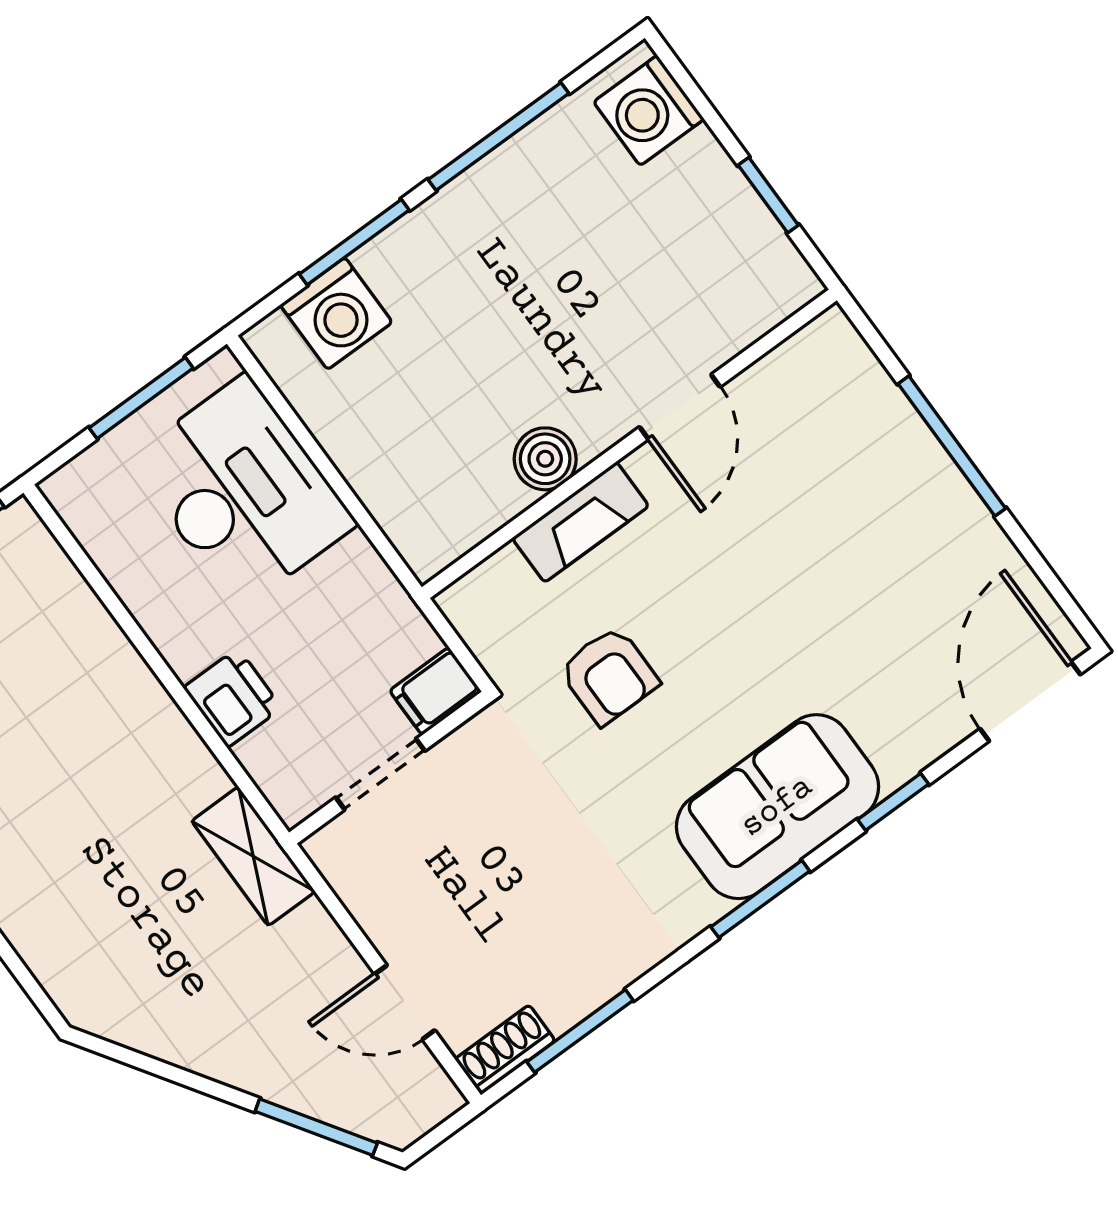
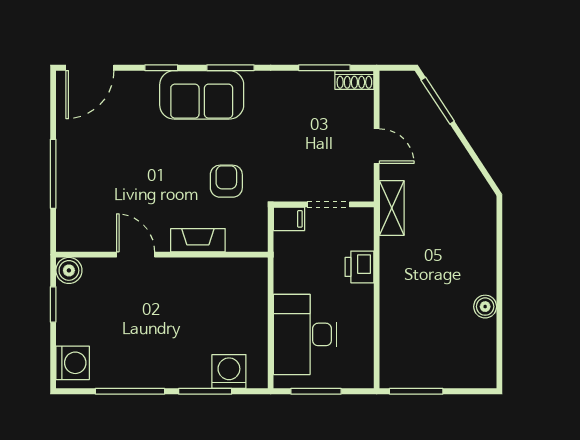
door: (680, 407) -> (136, 255), hinge flipped
boiler: (545, 459) -> (69, 270), moved
door: (405, 1002) -> (377, 146), moved

